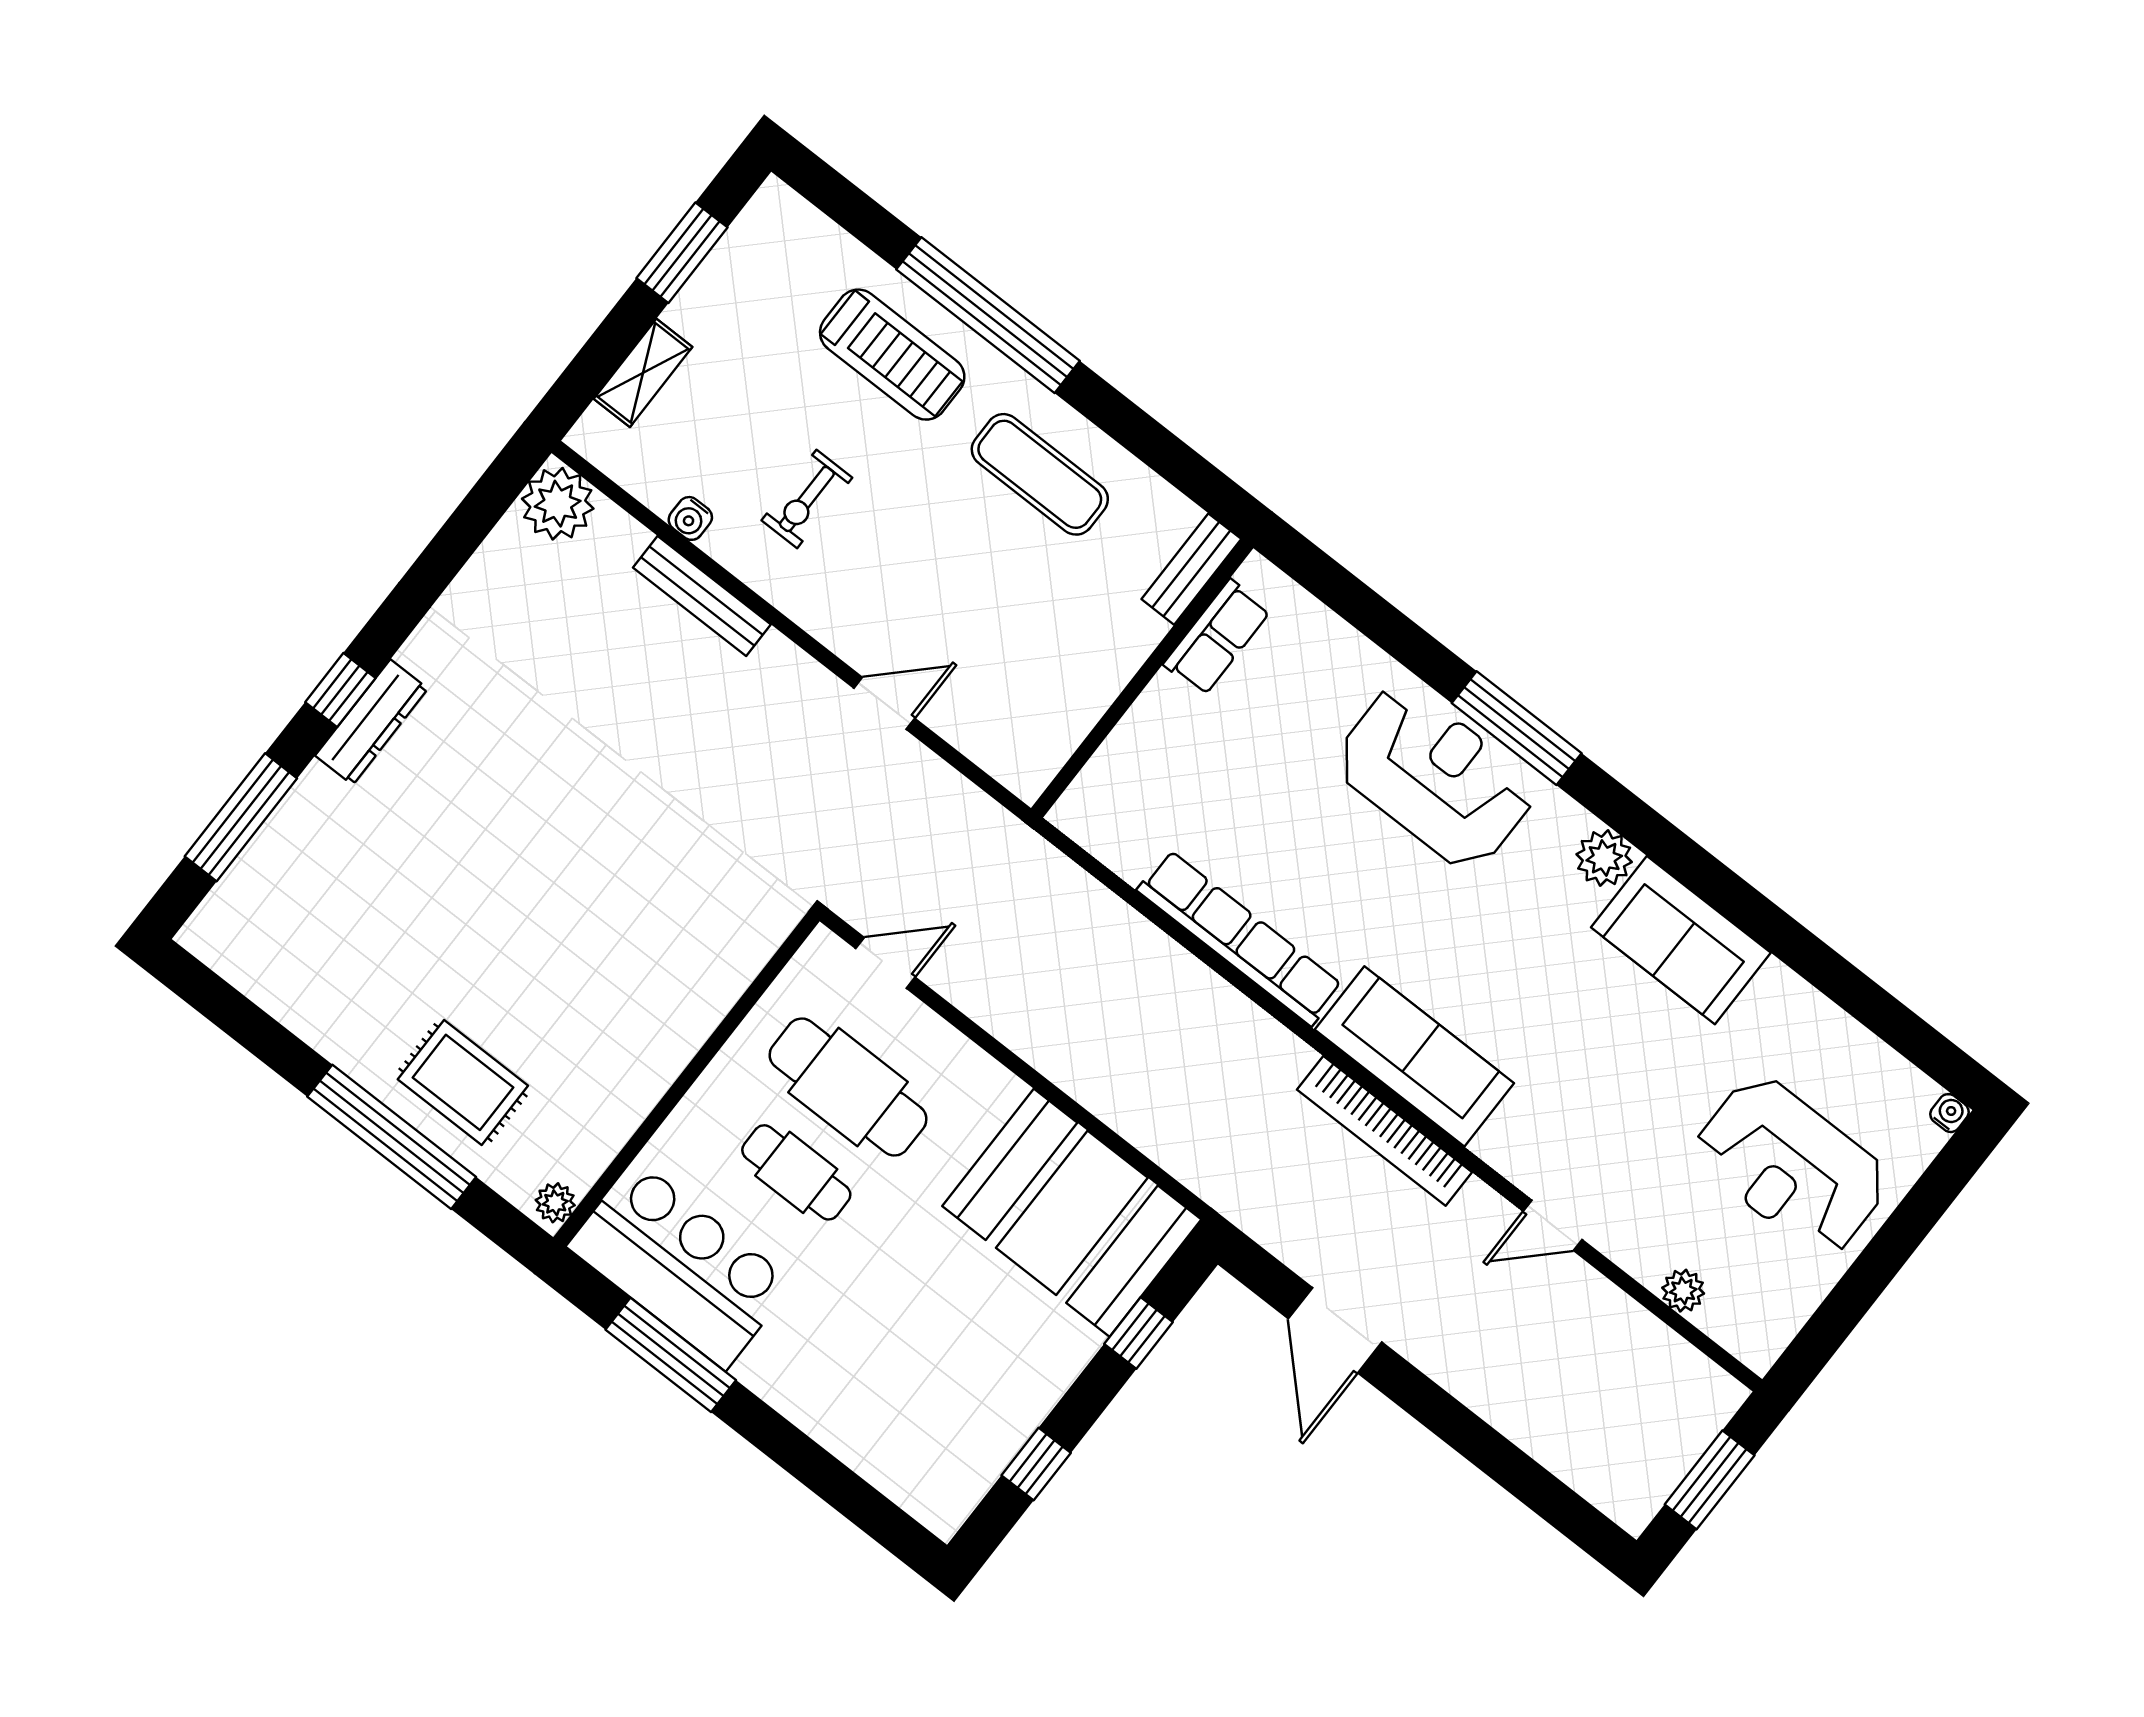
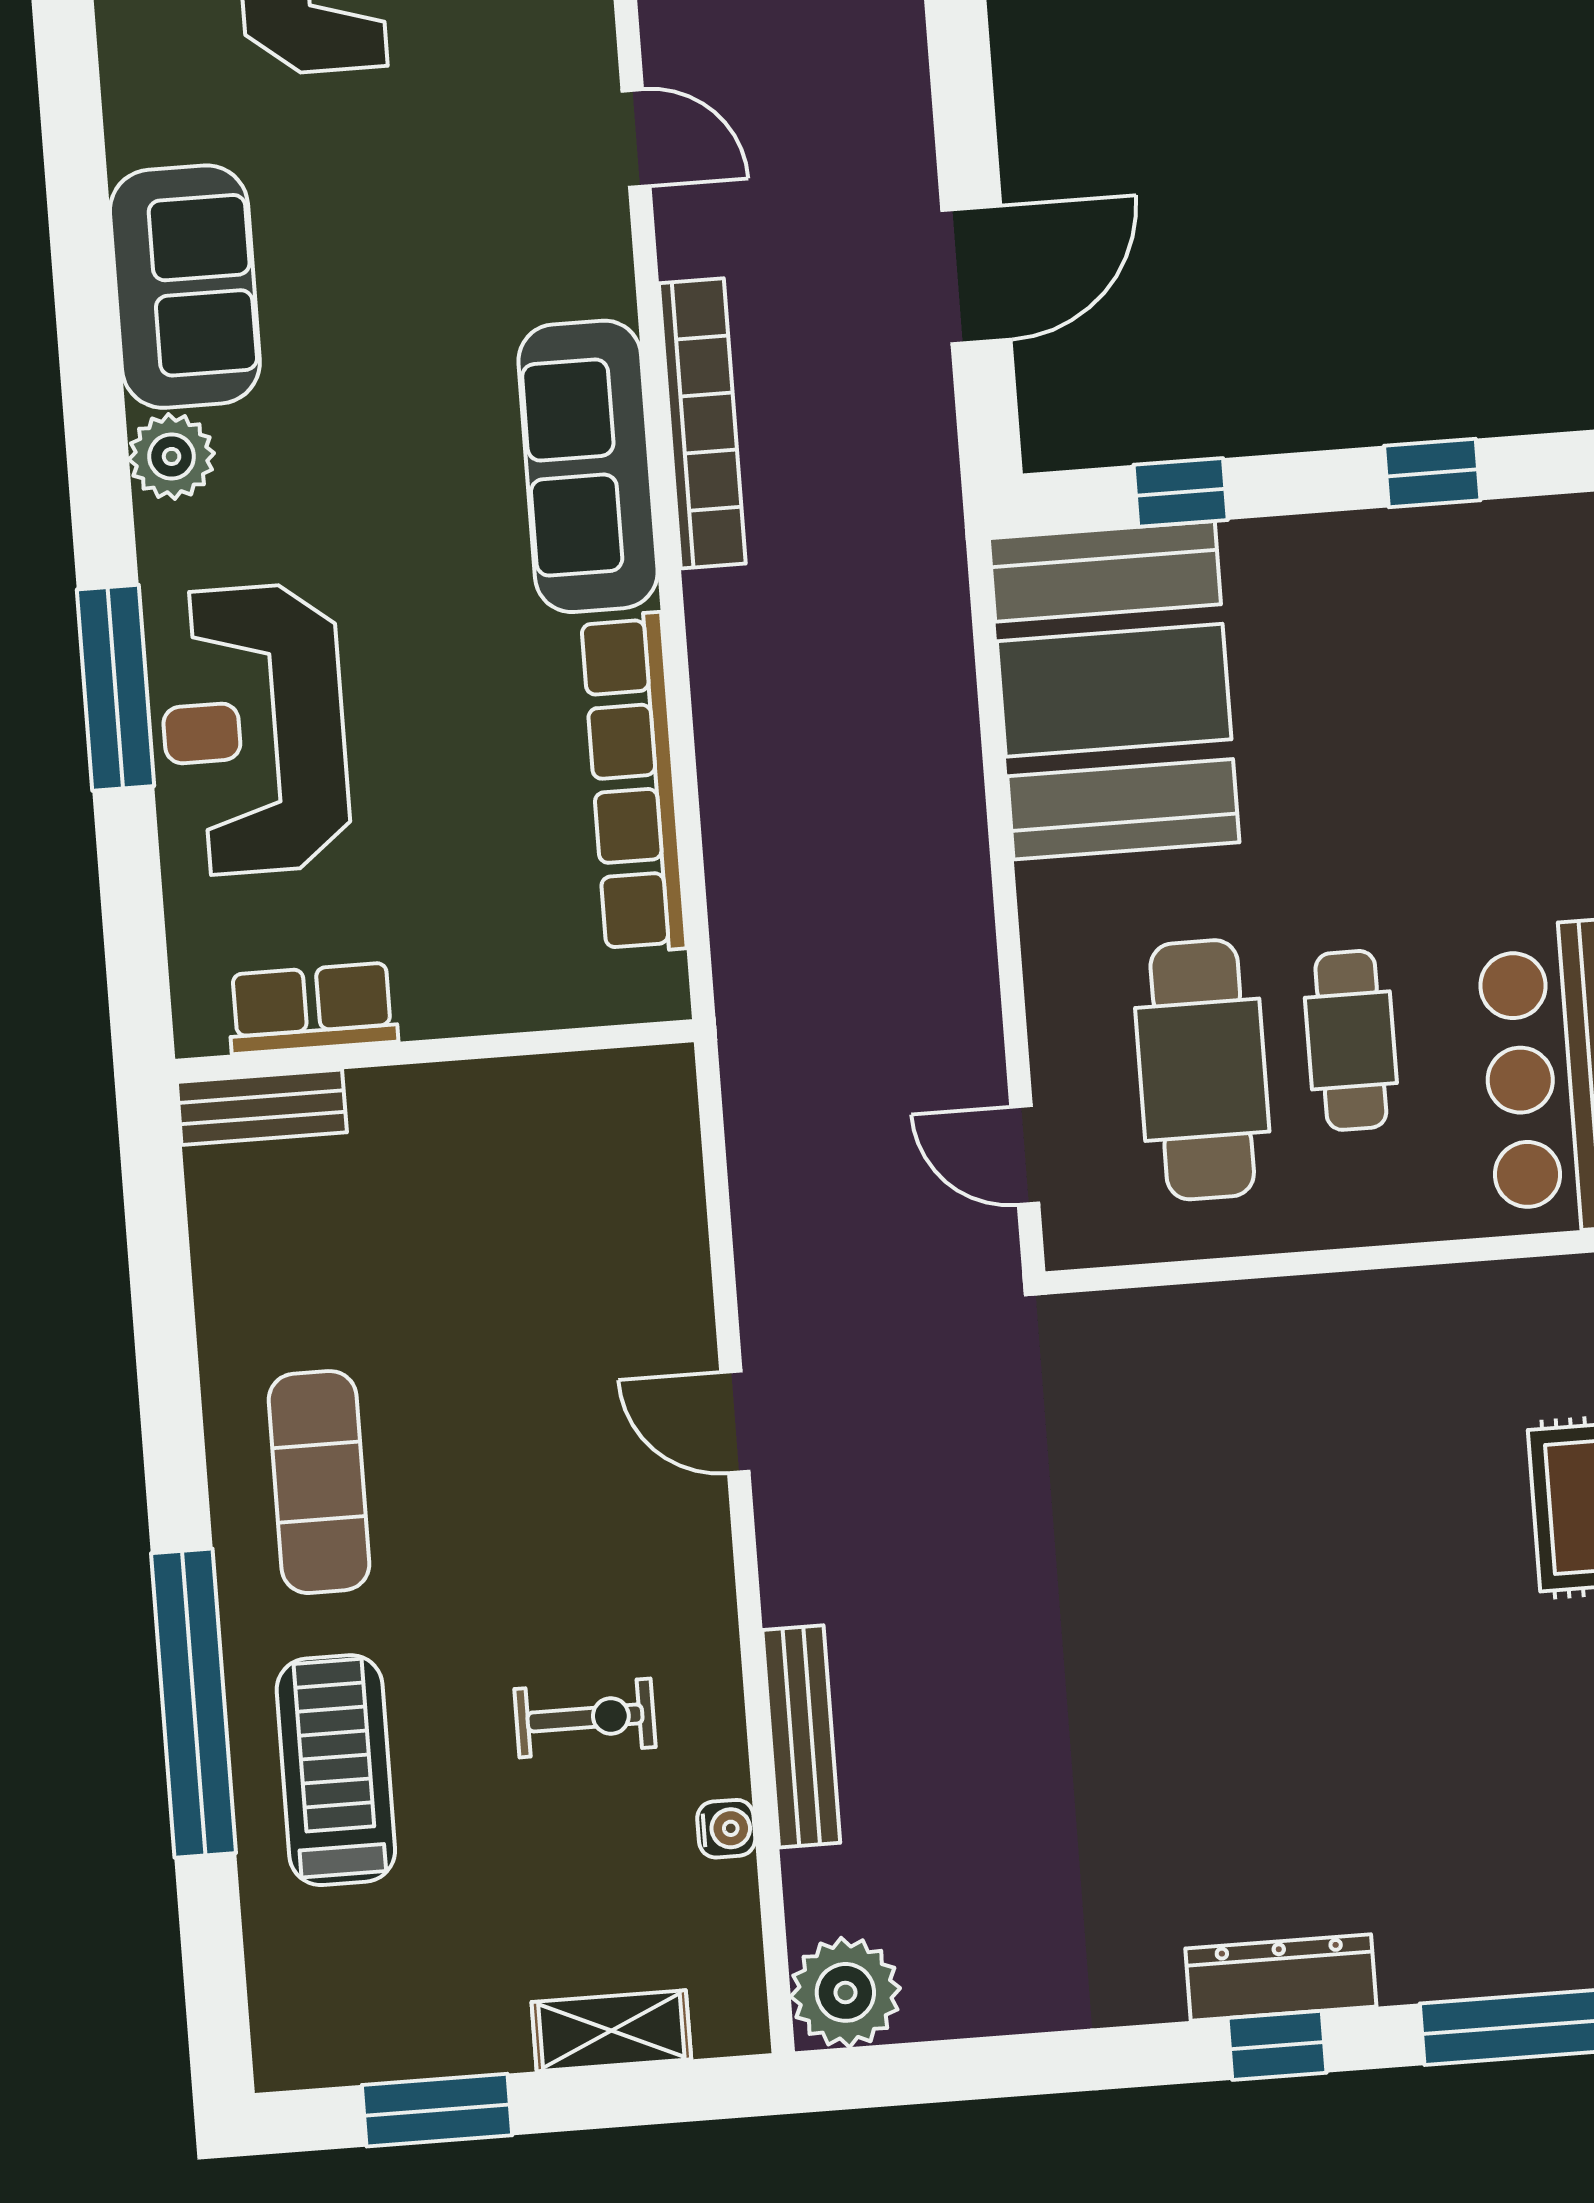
bench: (1191, 569) -> (262, 1107), moved
row of seats: (1217, 637) -> (312, 1008), moved
wall: (1142, 678) -> (434, 1051), moved

